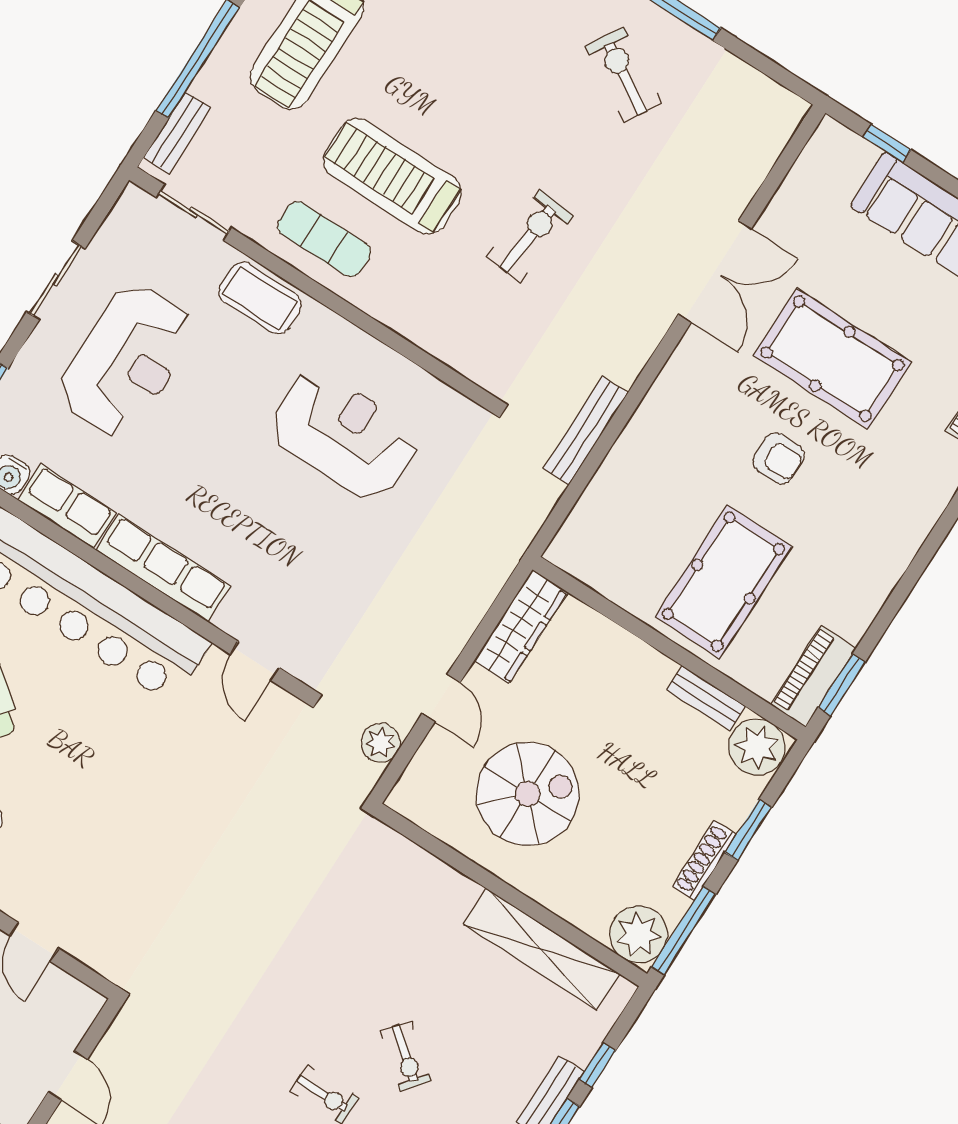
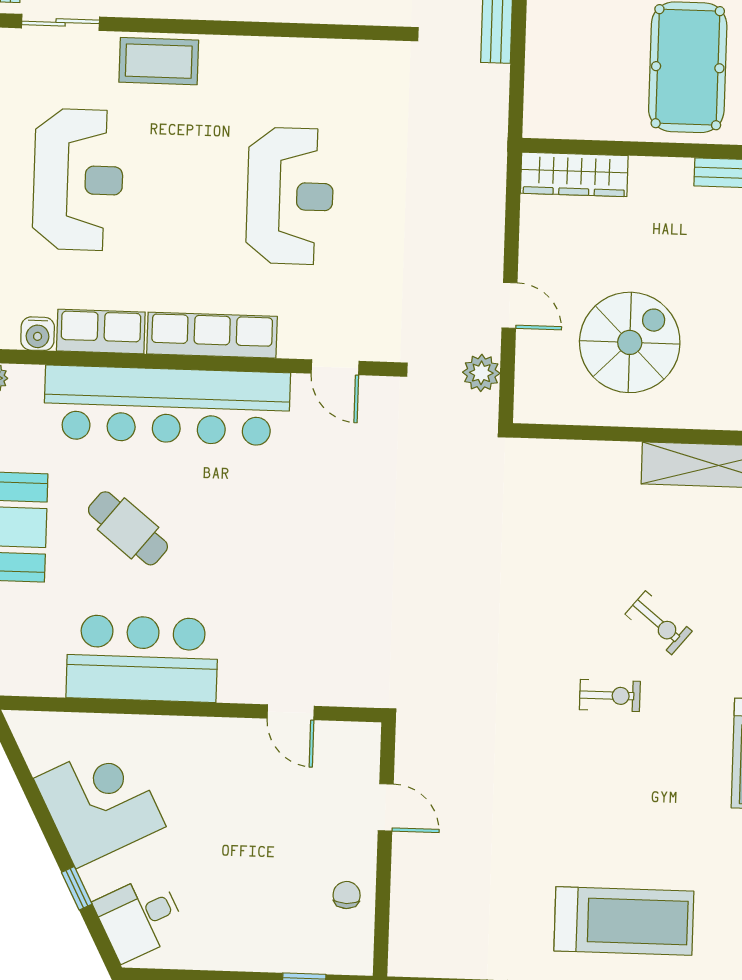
reception desk: (344, 435) -> (290, 196), moved, turned 90
wardrobe: (521, 627) -> (574, 174), moved, turned 90

